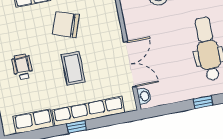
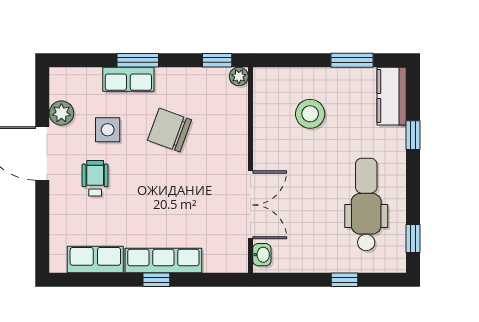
side table: (24, 33) -> (108, 130), added
coffee table: (73, 68) -> (168, 194), removed
row of seats: (88, 111) -> (163, 261), width x0.73

